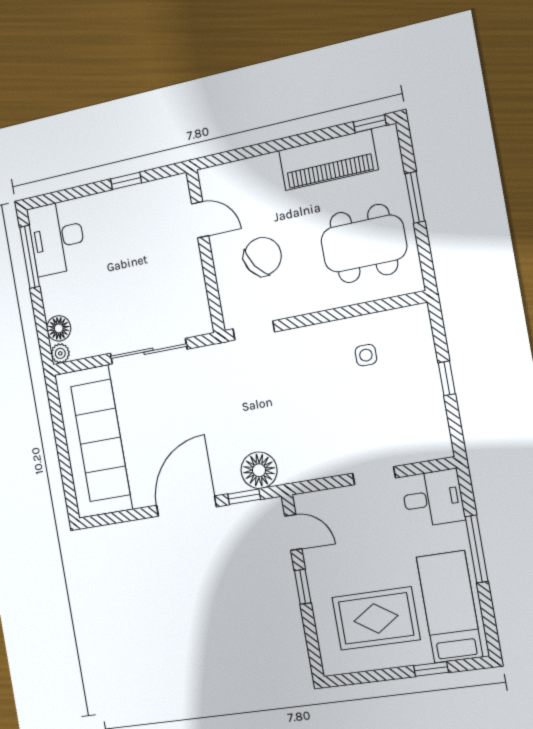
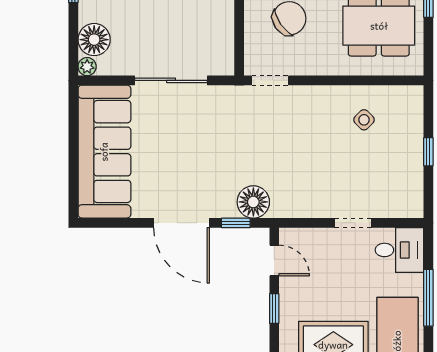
floor lamp: (59, 328) -> (94, 40), width x1.38, depth x1.38
side table: (366, 355) -> (364, 120), turned 45
door: (186, 506) -> (182, 223), swing flipped

